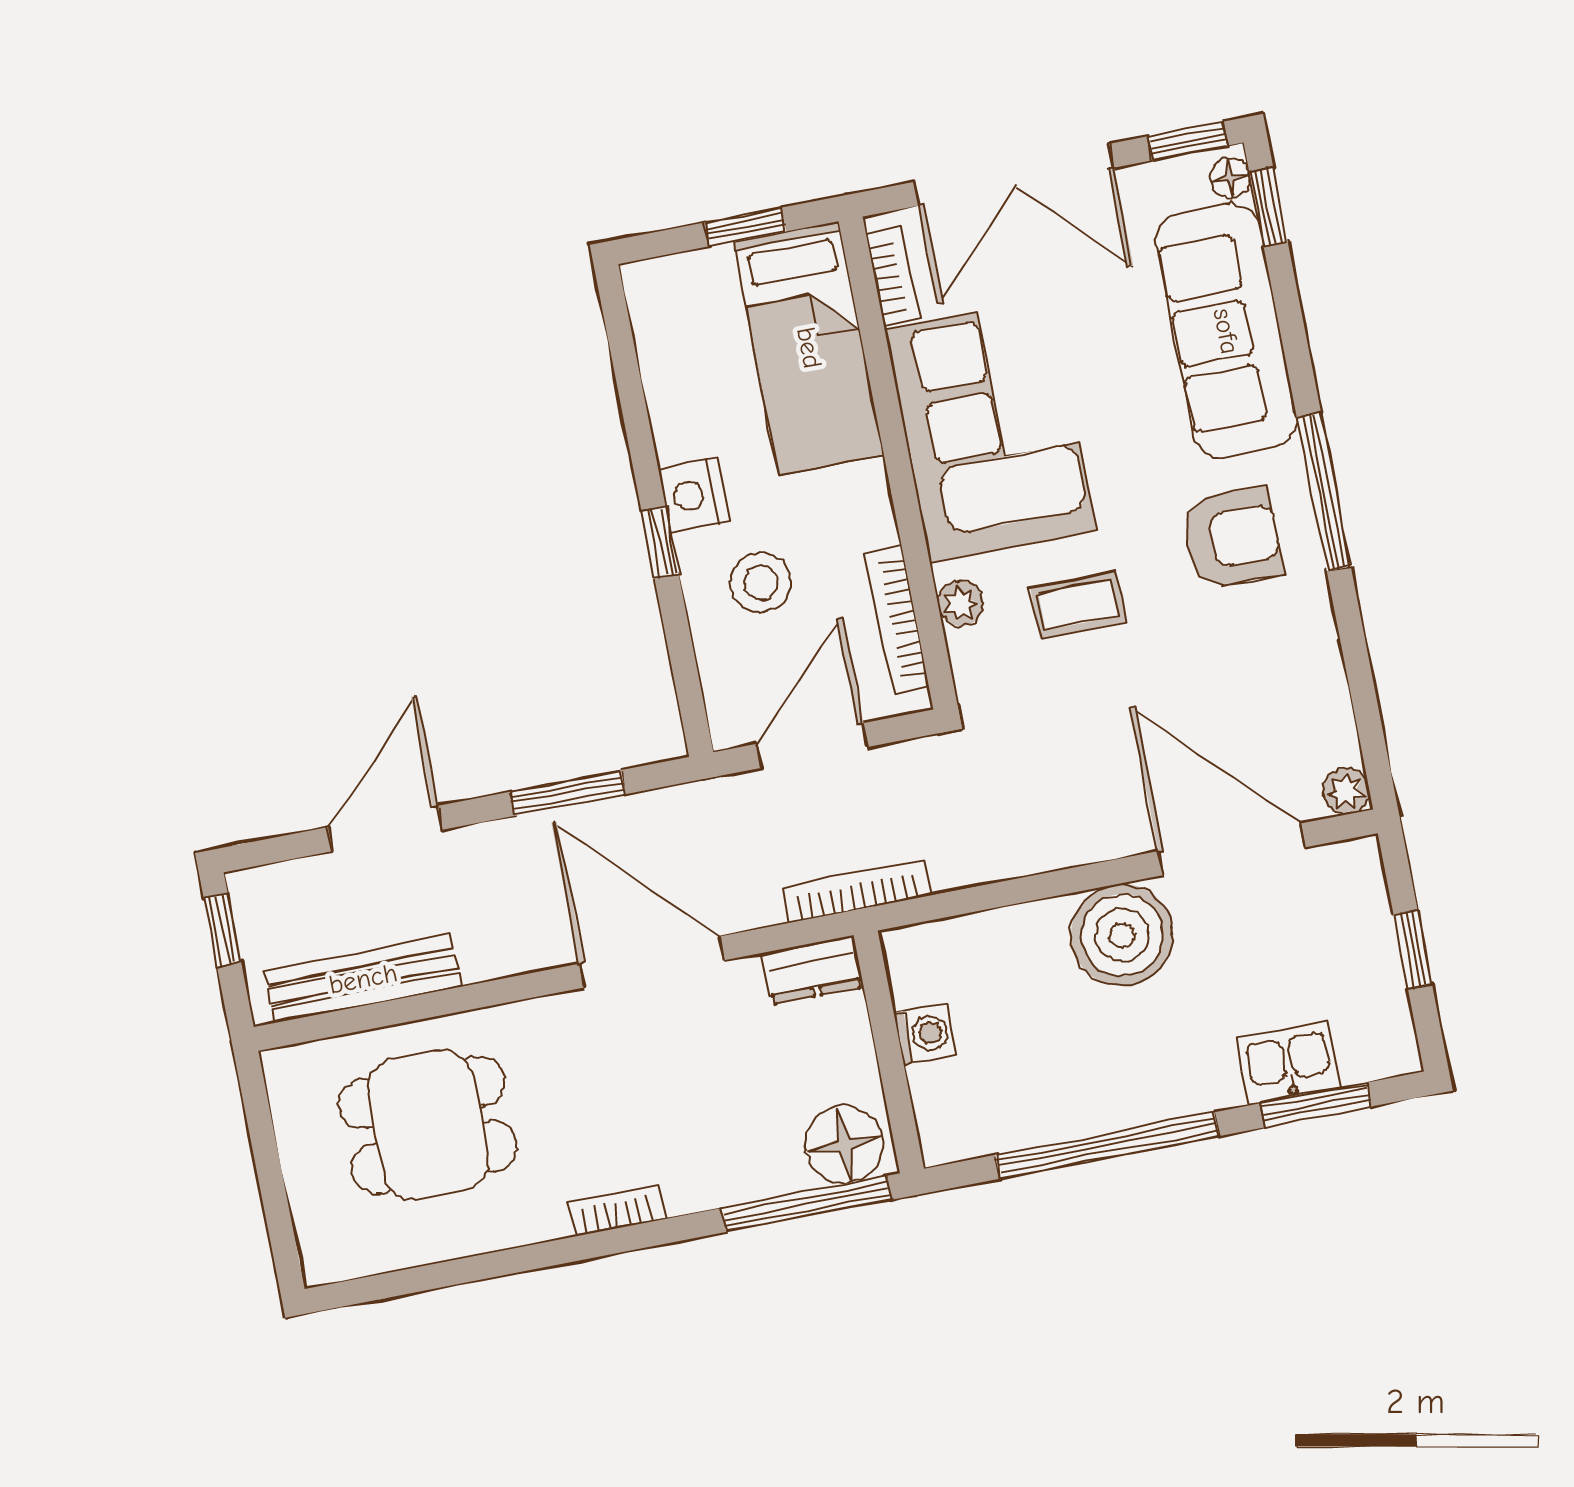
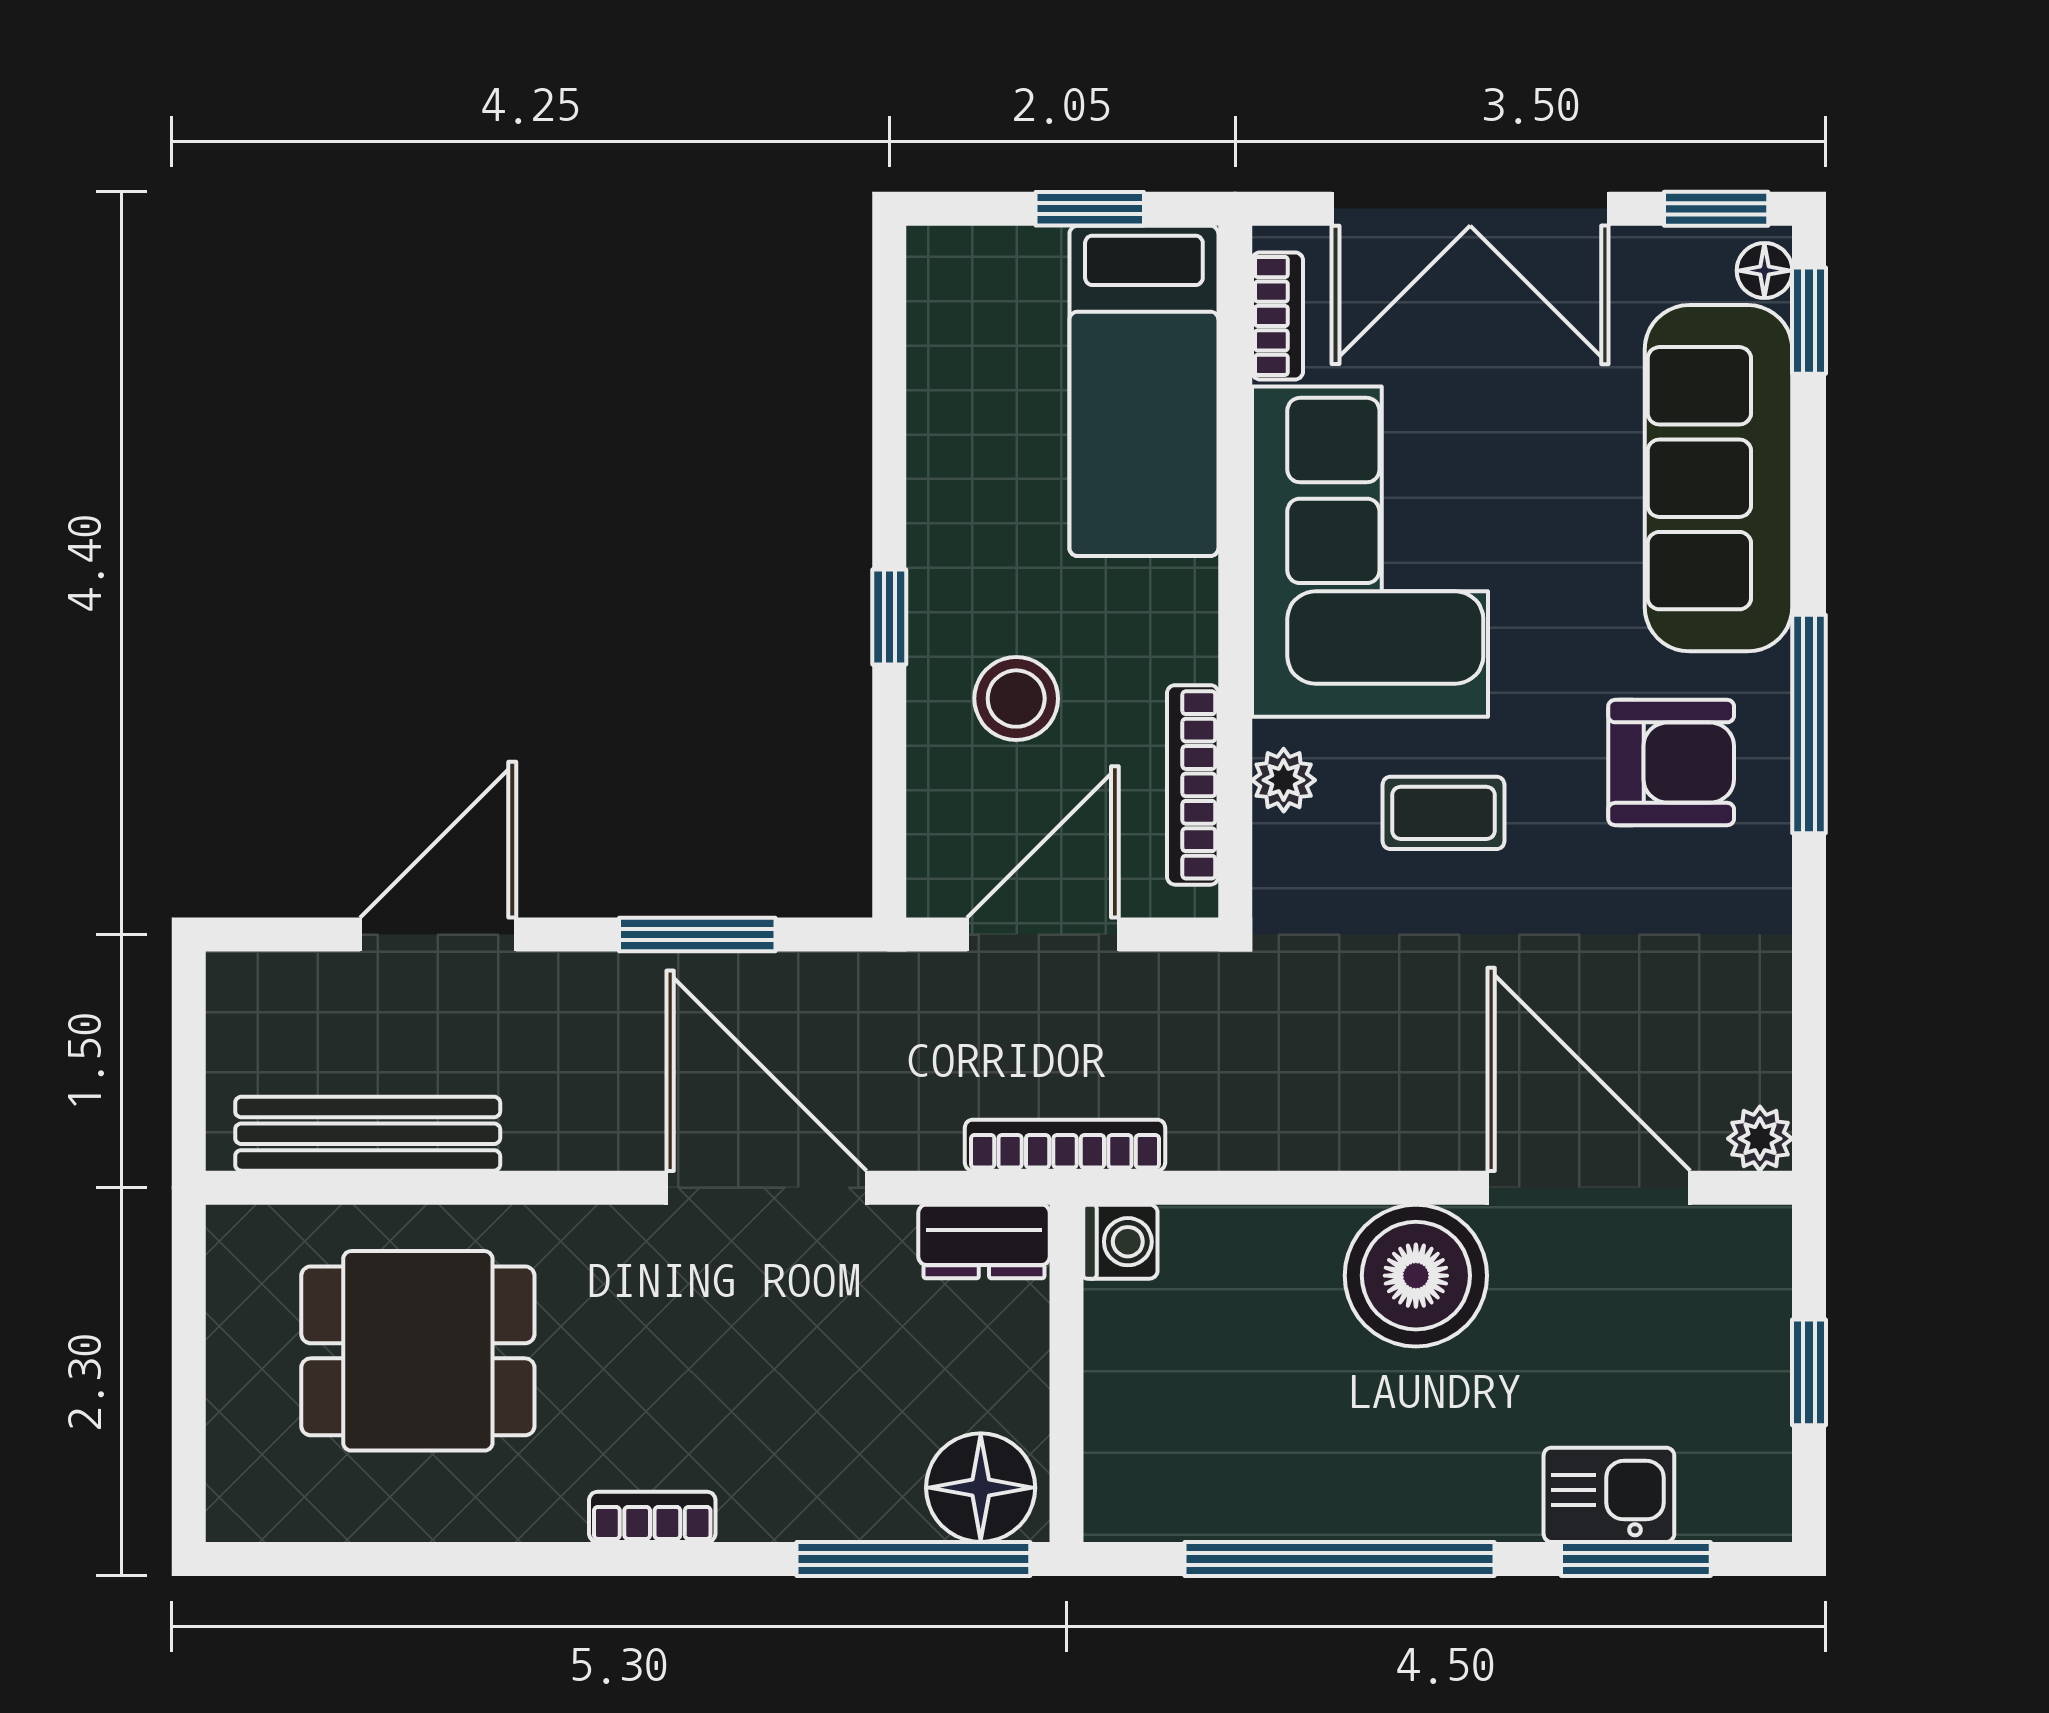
nightstand: (694, 495) -> (948, 561), removed
window: (222, 930) -> (189, 1030), removed
washing machine: (925, 1034) -> (1120, 1242), moved

